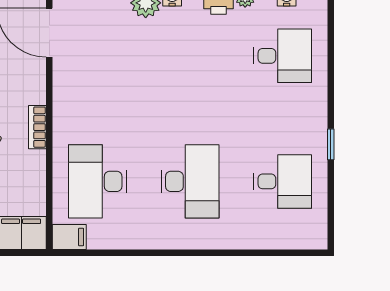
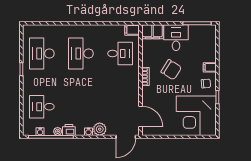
desk: (97, 181) -> (120, 54), width x0.73
desk: (283, 181) -> (42, 54), width x1.37

